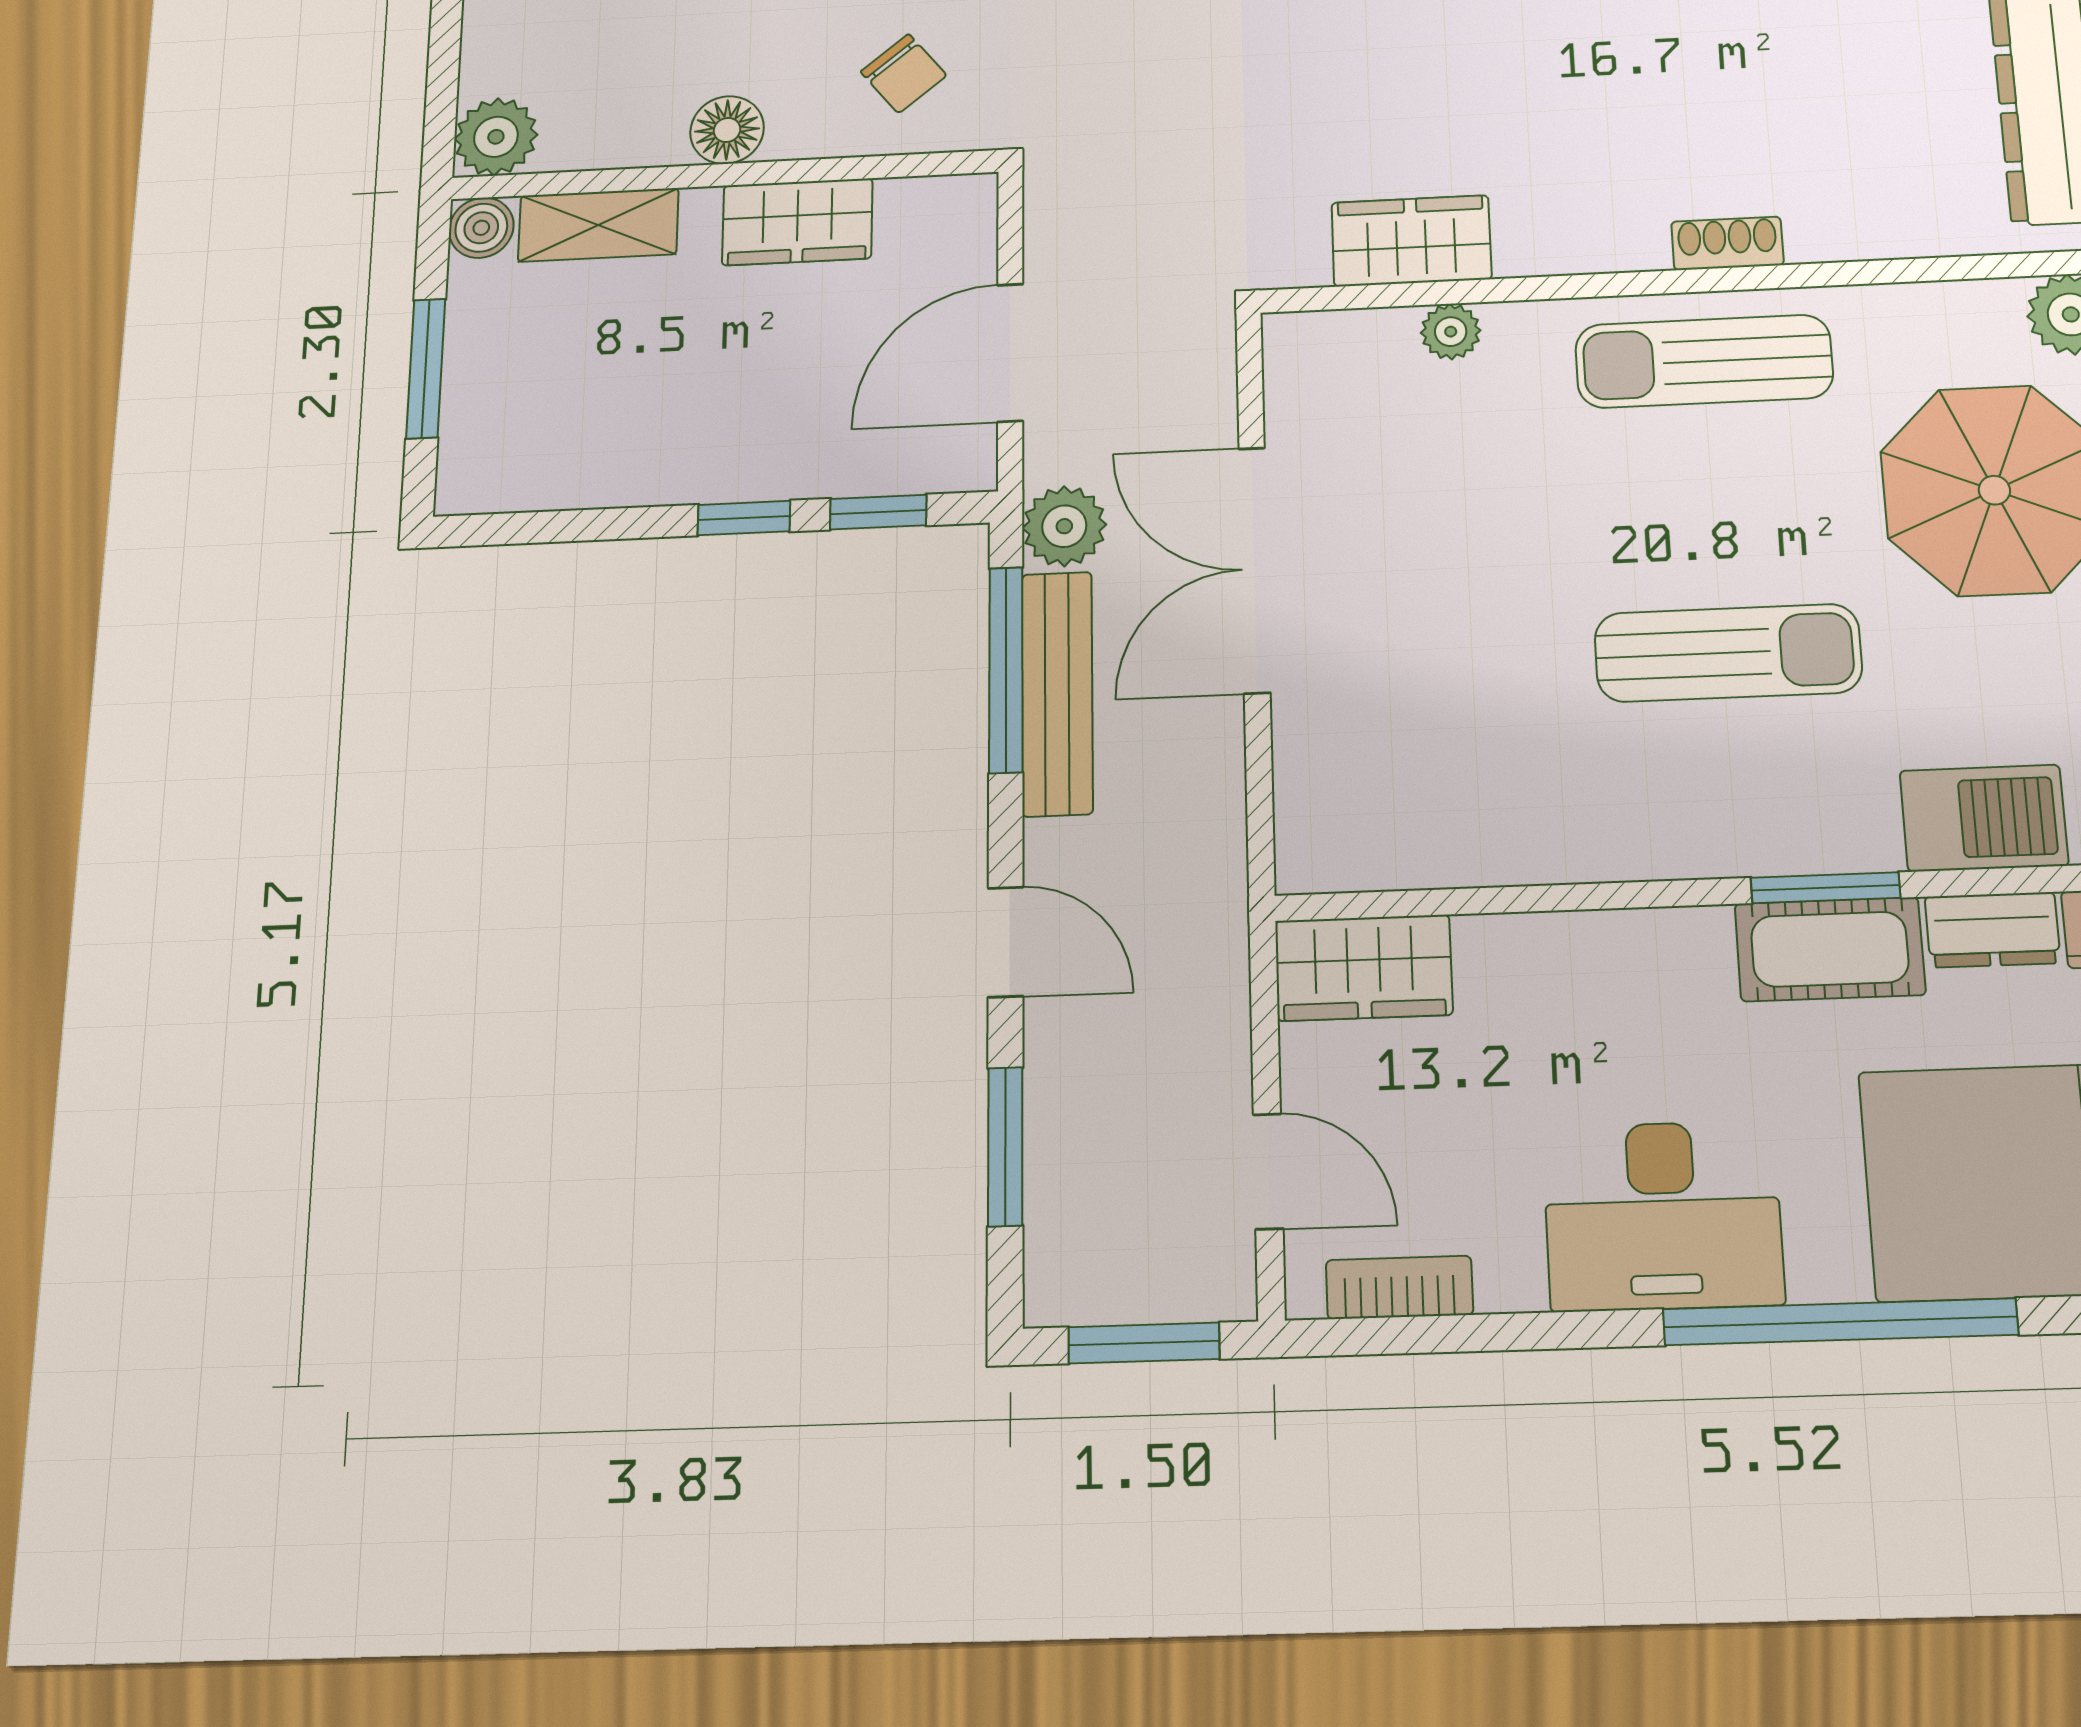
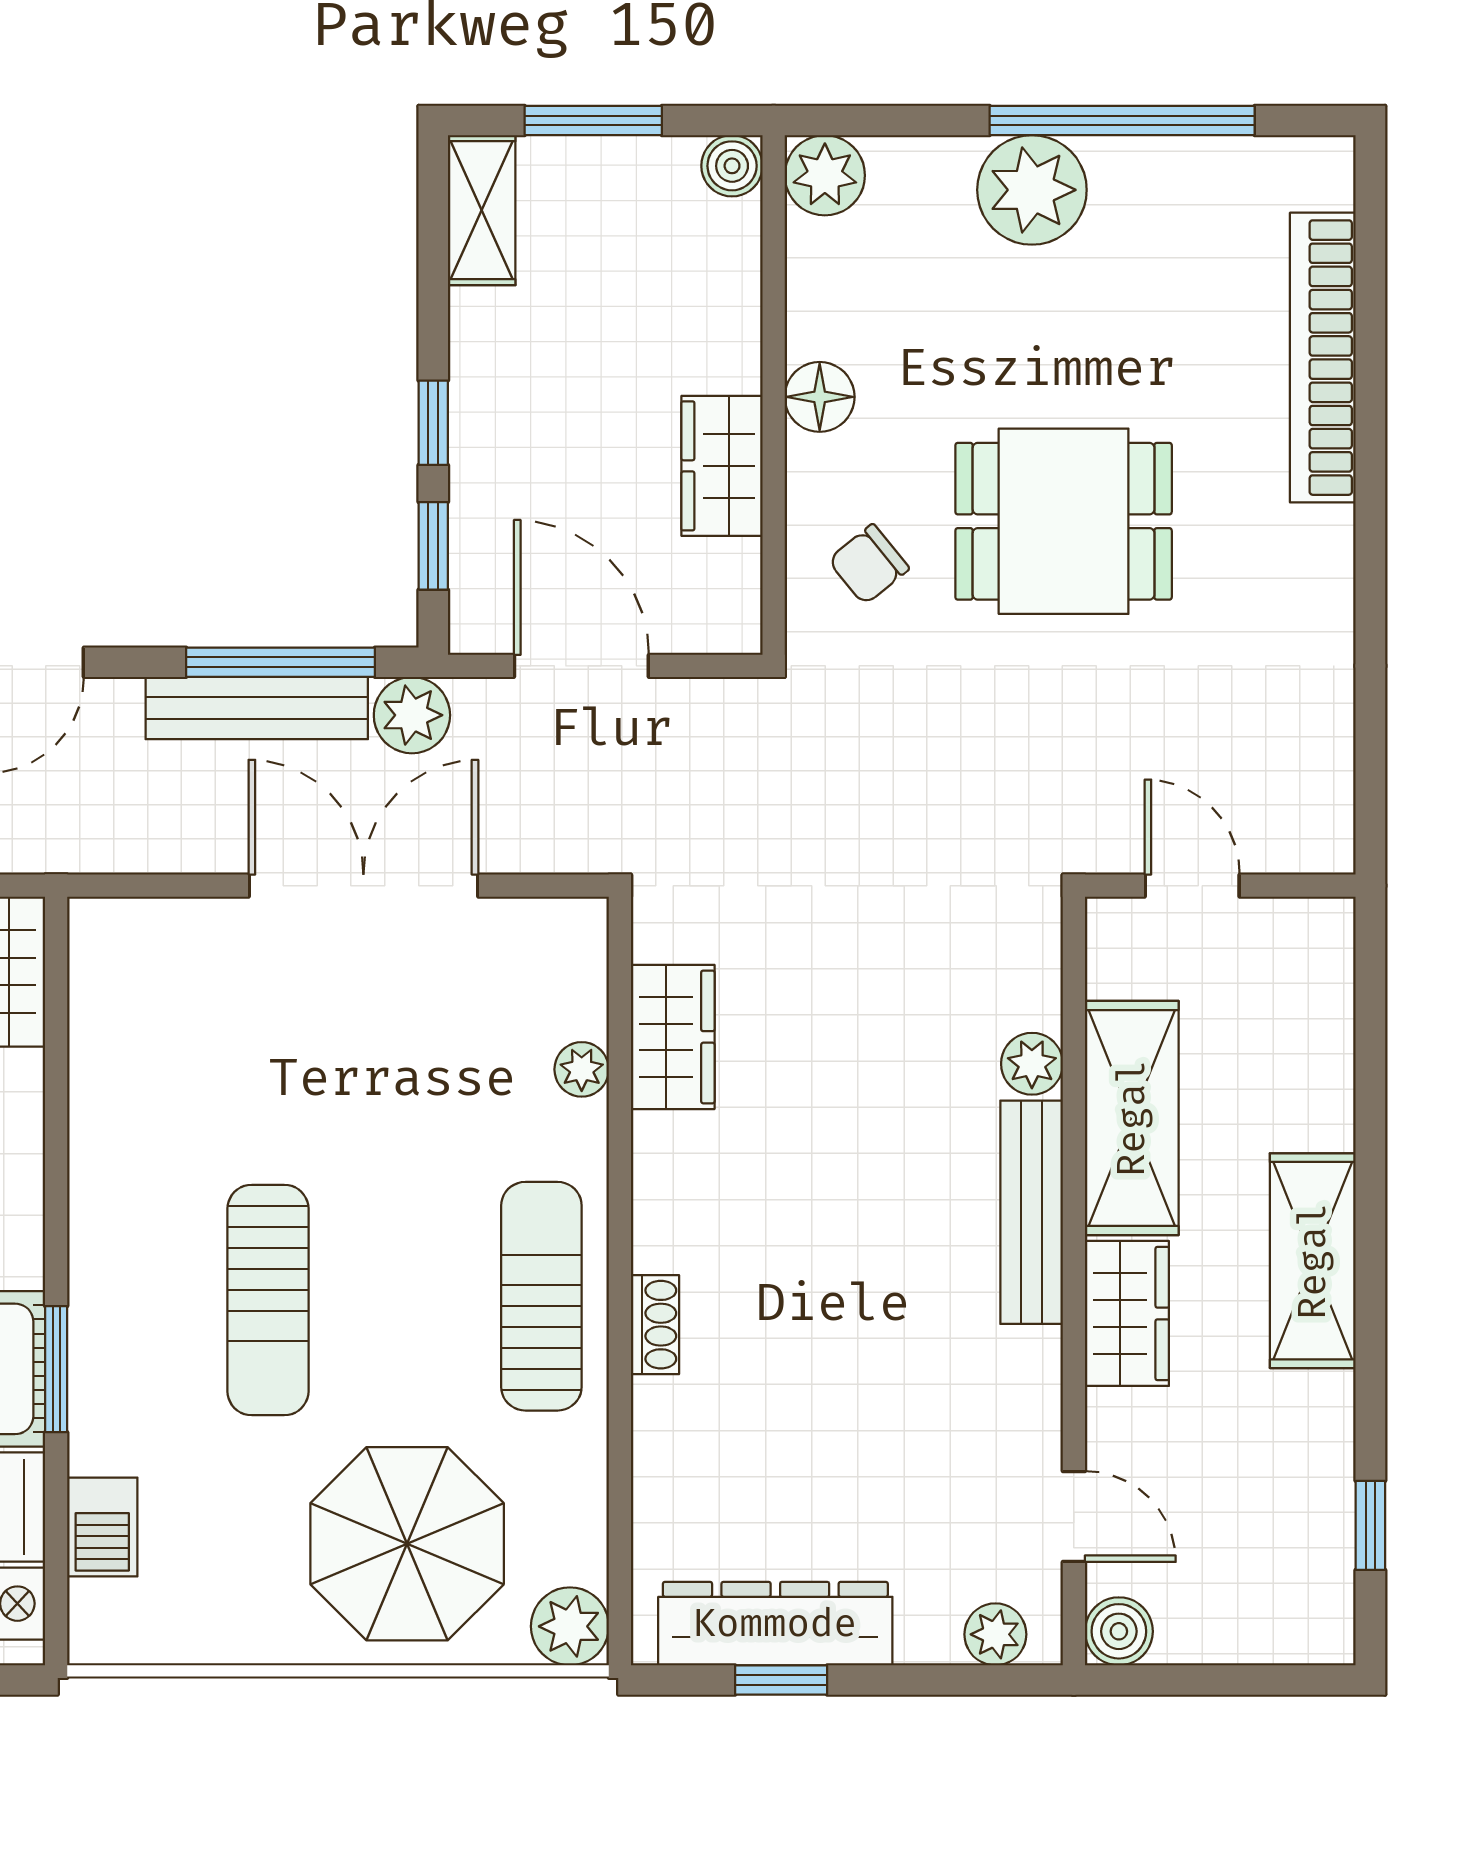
shelving: (598, 225) -> (482, 210), moved
barbecue: (1984, 818) -> (102, 1527), width x0.73, depth x0.79

